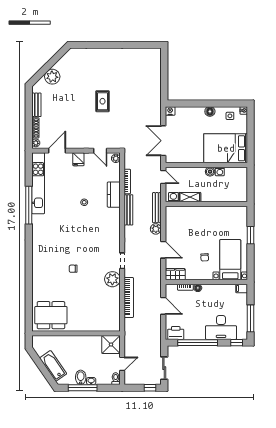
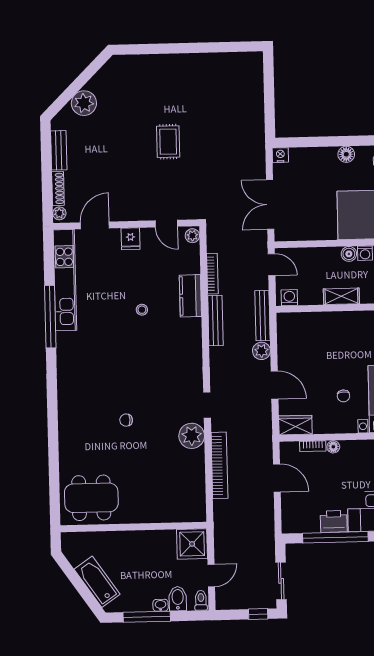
shelving: (190, 197) -> (341, 296), moved
printer: (176, 333) -> (334, 521), moved
bidet: (81, 377) -> (178, 599), moved

